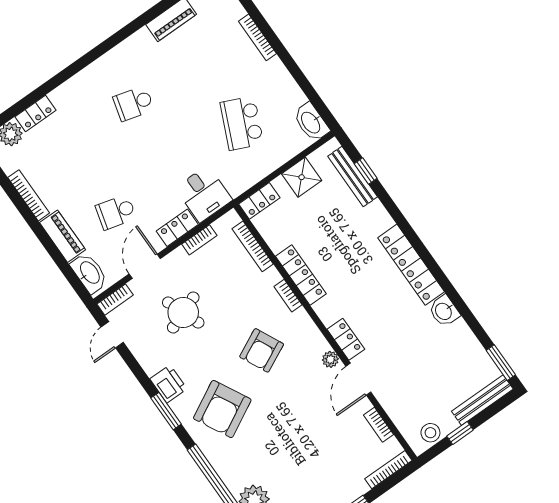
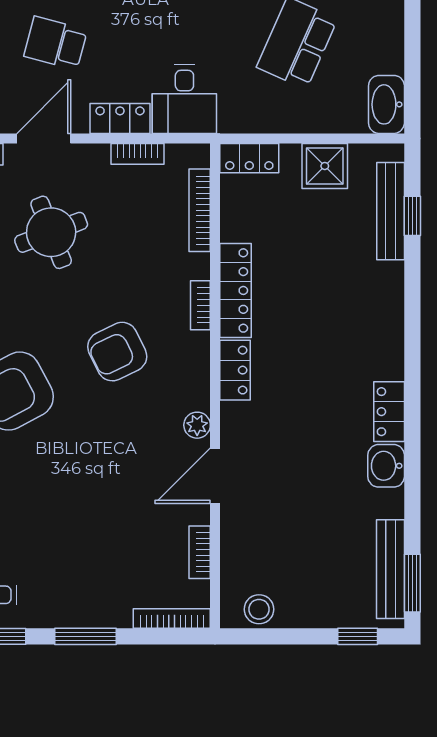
locker: (411, 265) -> (389, 412), width x0.46, depth x0.83
locker: (346, 339) -> (235, 370), moved
bench: (482, 400) -> (390, 569), moved, turned 90
window: (460, 433) -> (358, 636), moved

